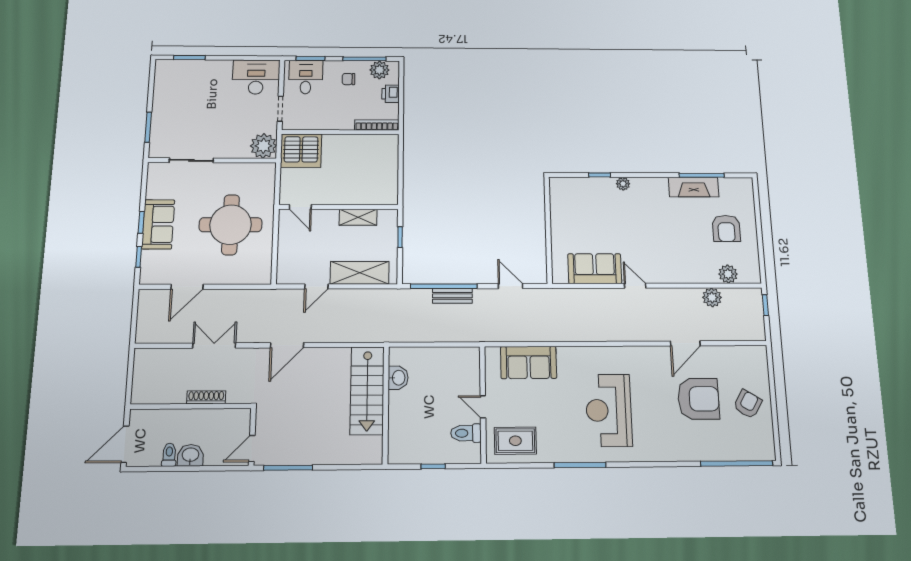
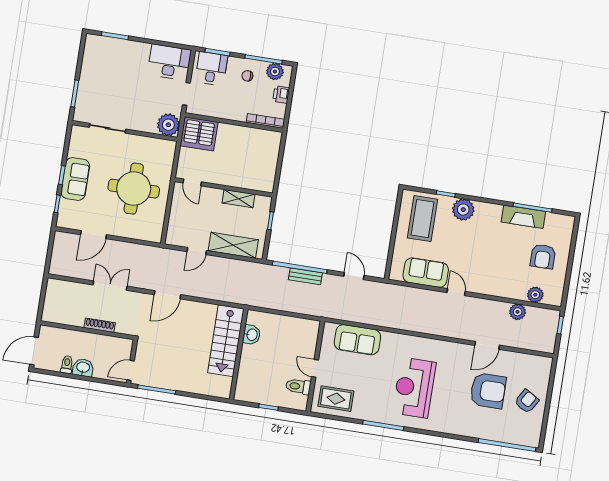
plant: (623, 184) -> (463, 210), width x1.88, depth x1.88
coffee table: (578, 207) -> (423, 219), added

